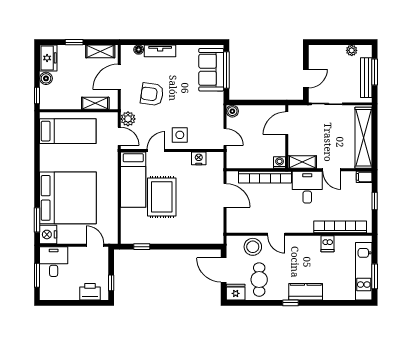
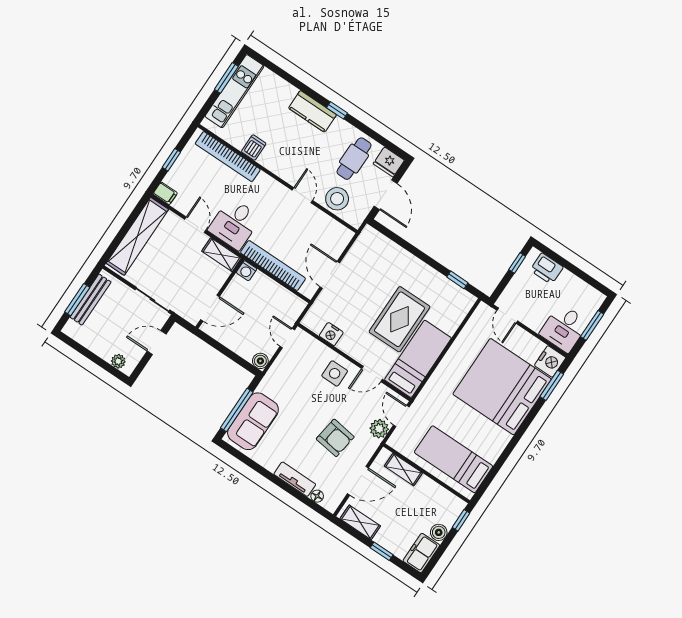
plant: (352, 50) -> (118, 361), moved

